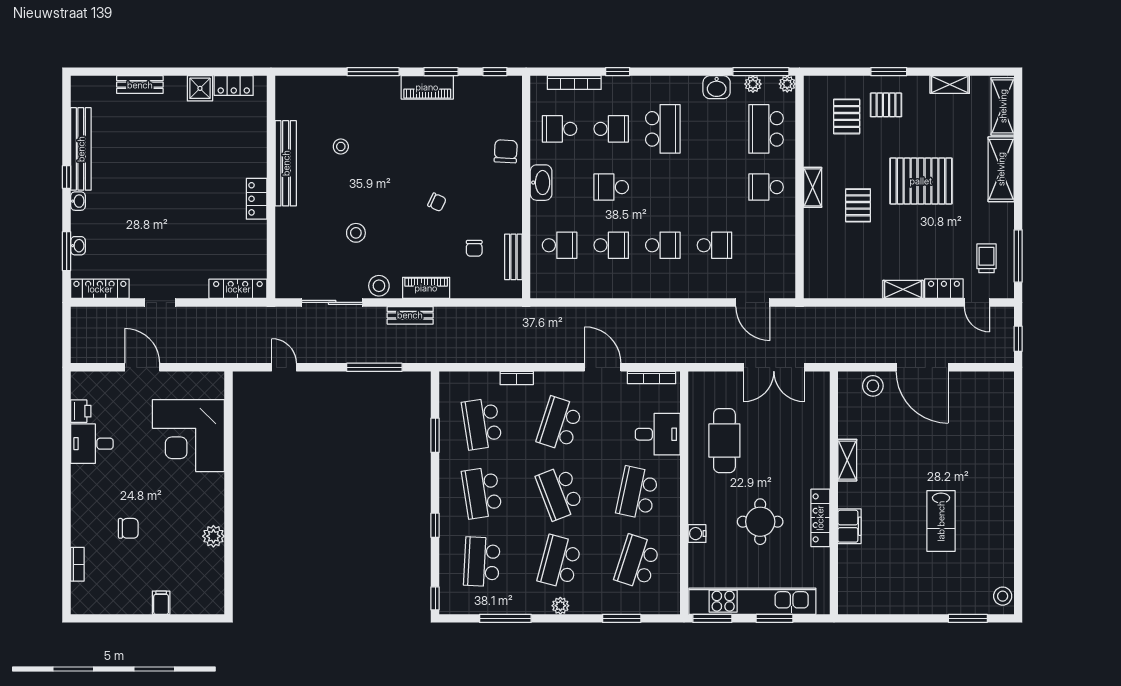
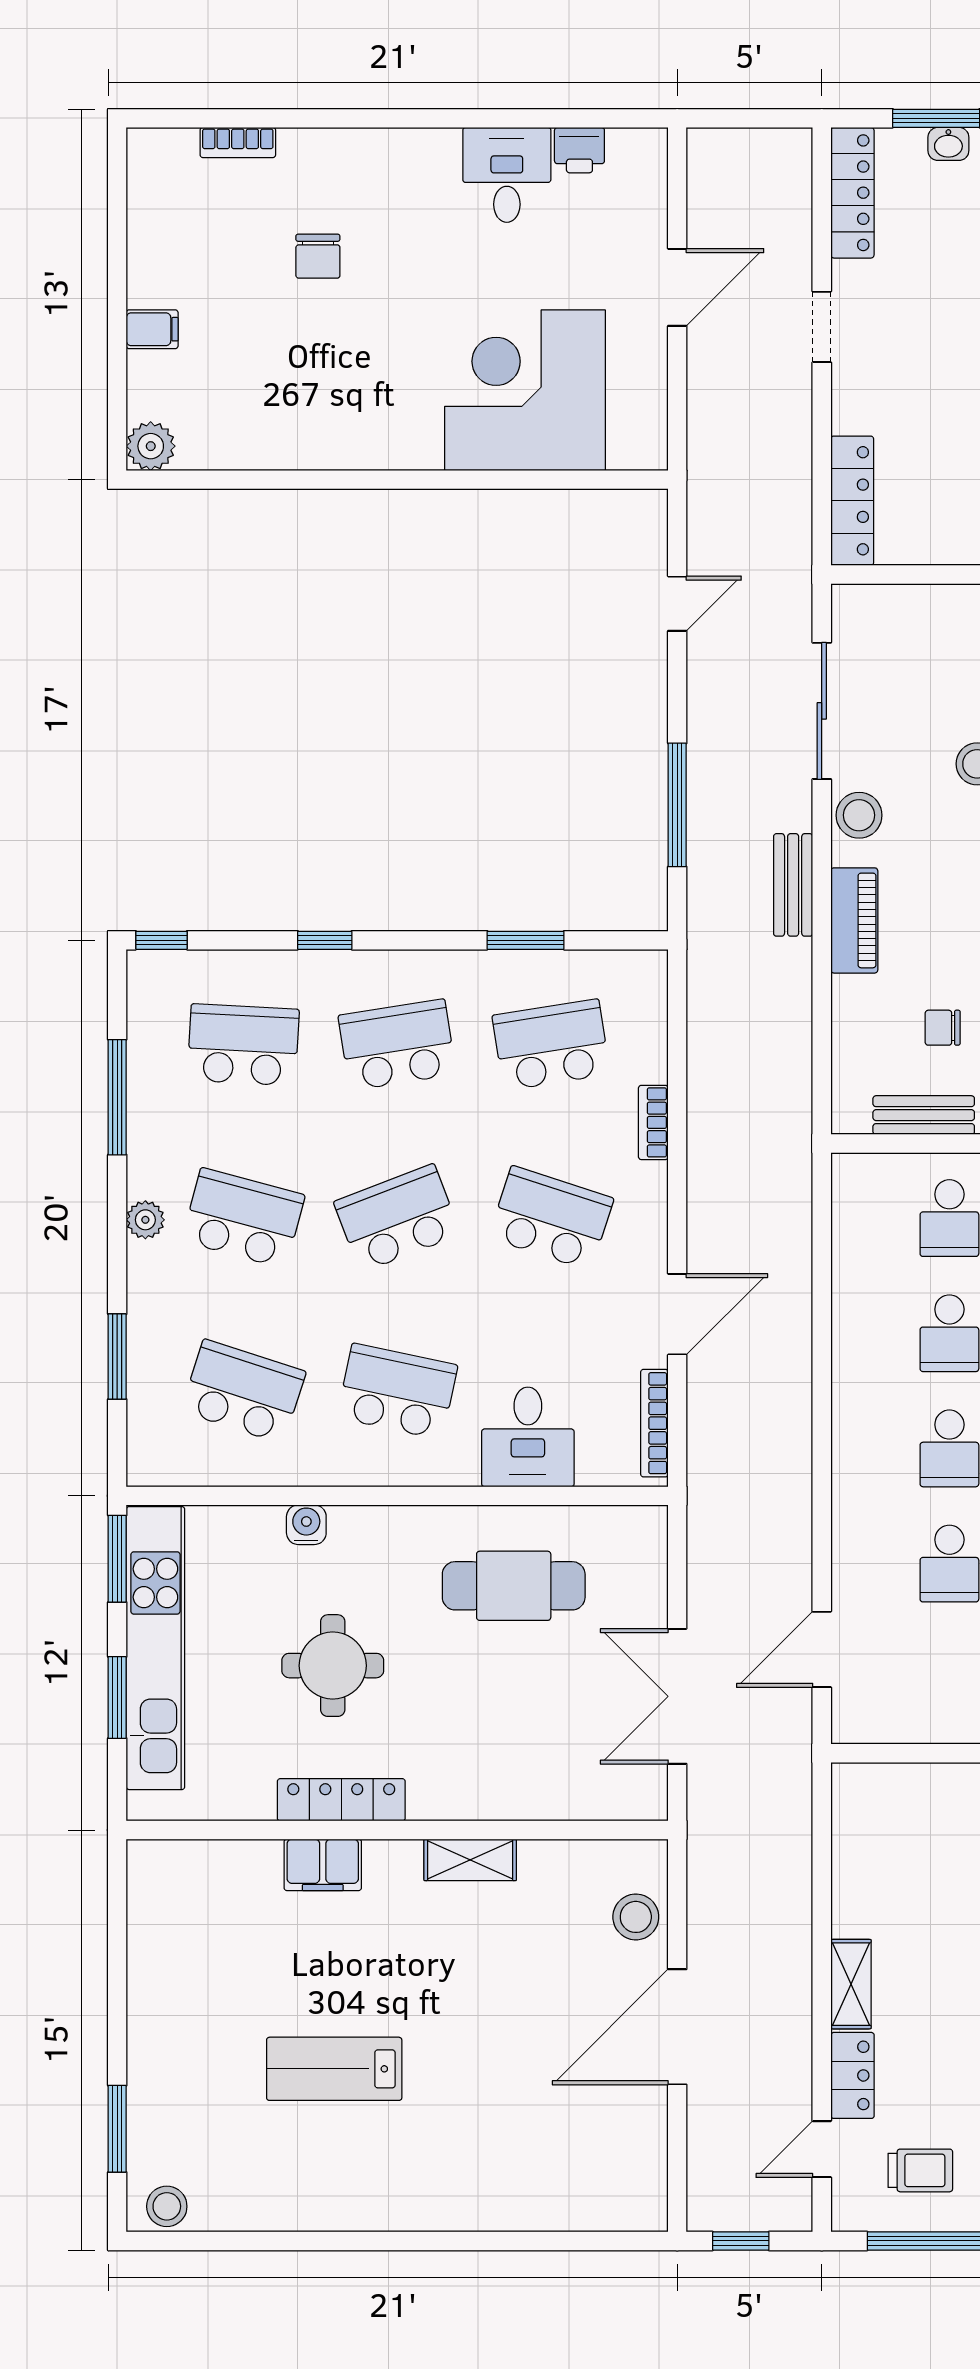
plant: (213, 536) -> (151, 446), moved

